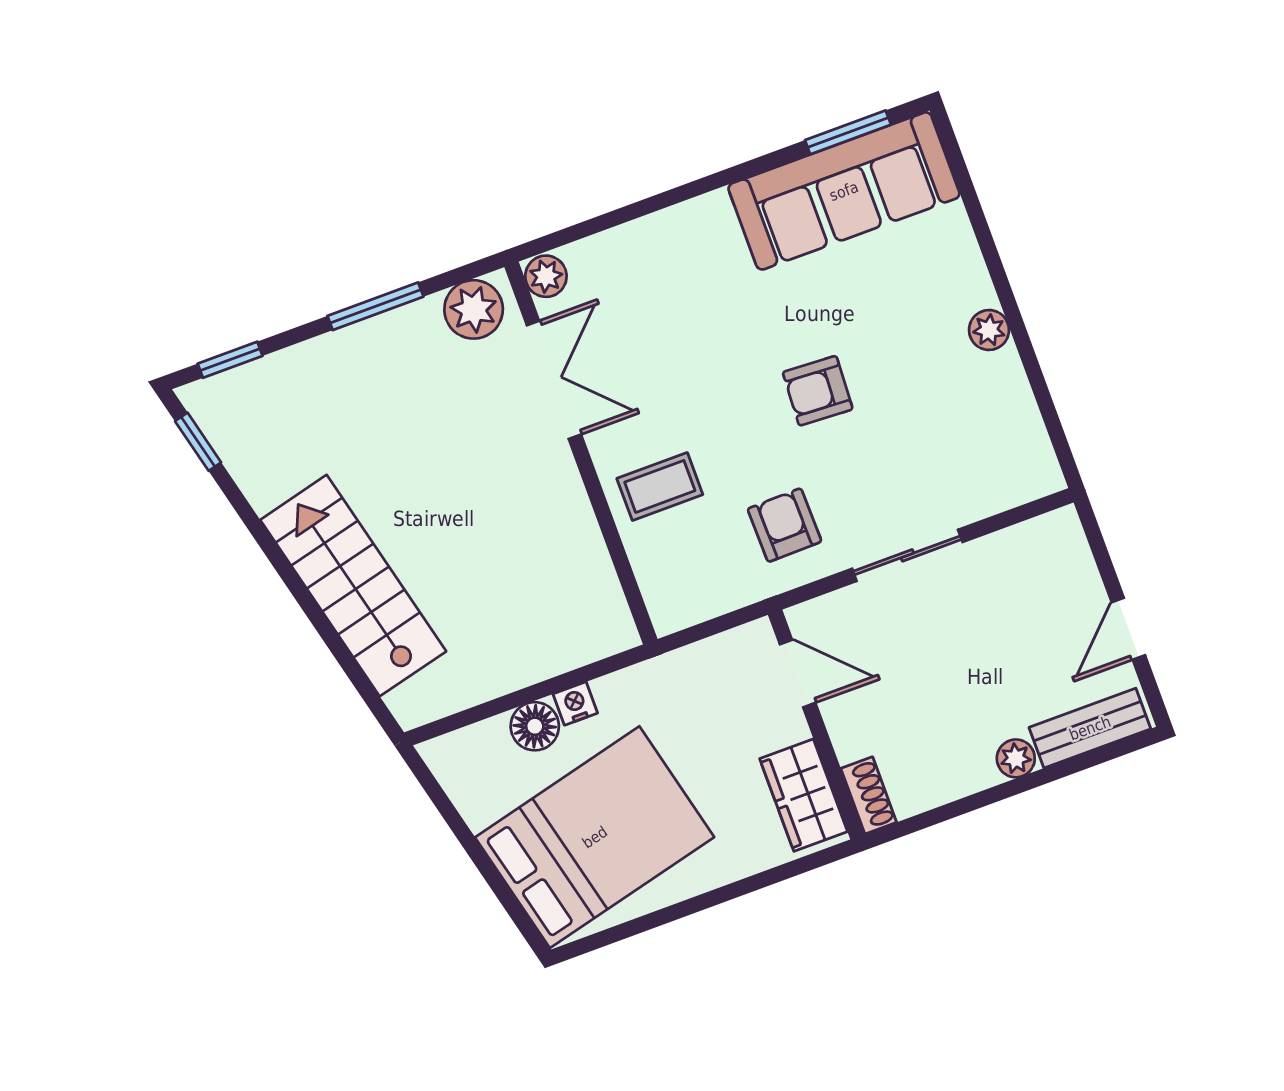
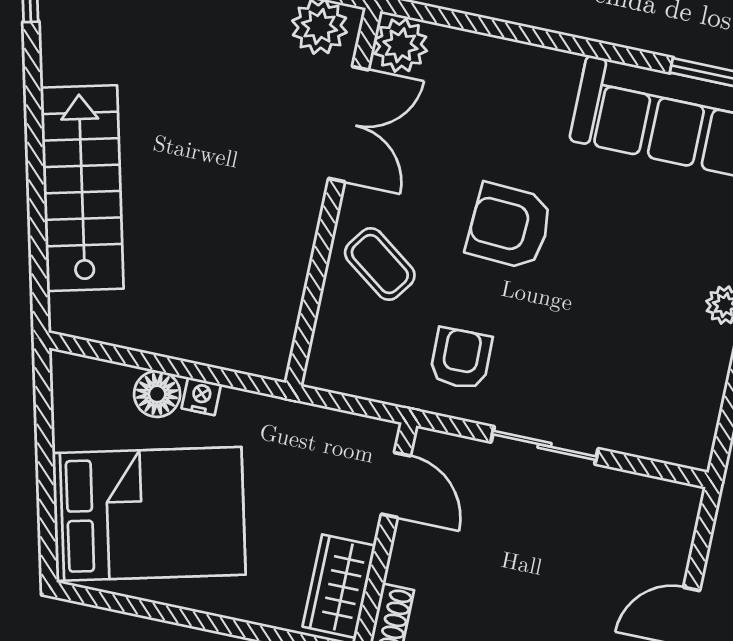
plant: (546, 276) -> (400, 45), width x1.38, depth x1.38
armchair: (818, 391) -> (509, 226), moved, width x1.38, depth x1.38
coffee table: (660, 486) -> (380, 264), turned 36

